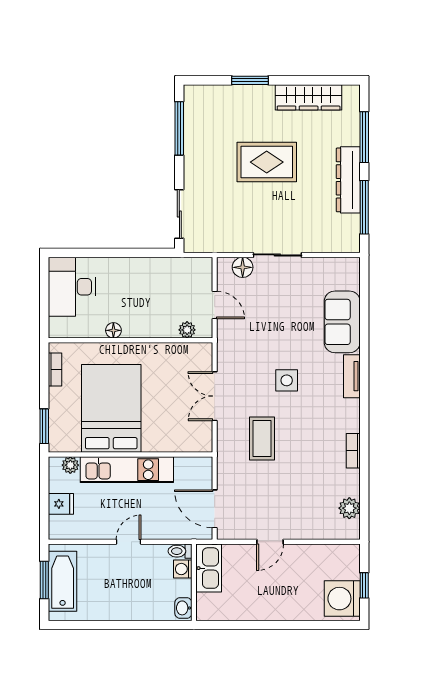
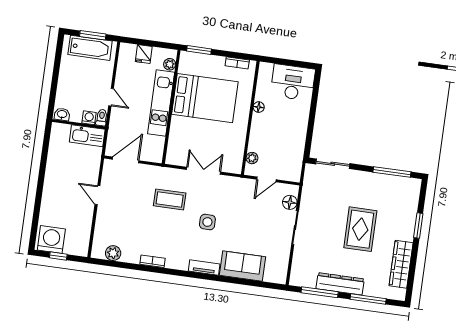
toilet: (180, 551) -> (102, 118), moved
kitchen sink: (209, 568) -> (87, 136), moved
washing machine: (183, 569) -> (89, 118), moved
wall: (194, 582) -> (79, 124), moved
washbasin: (183, 608) -> (62, 114), moved

